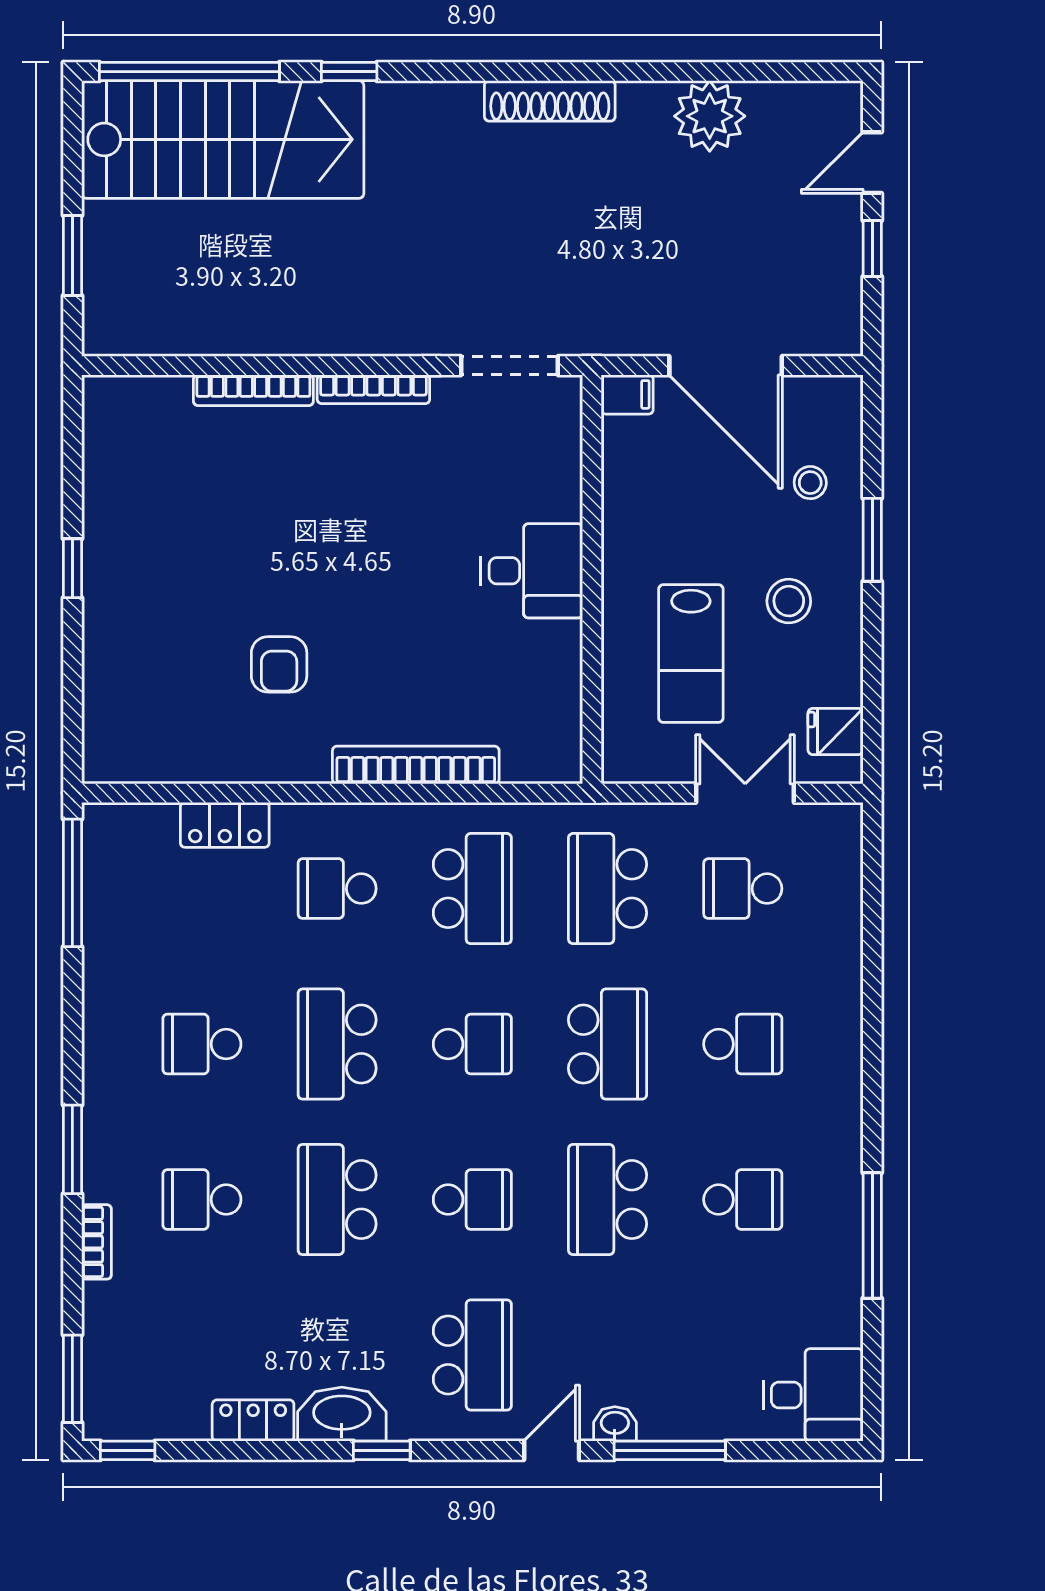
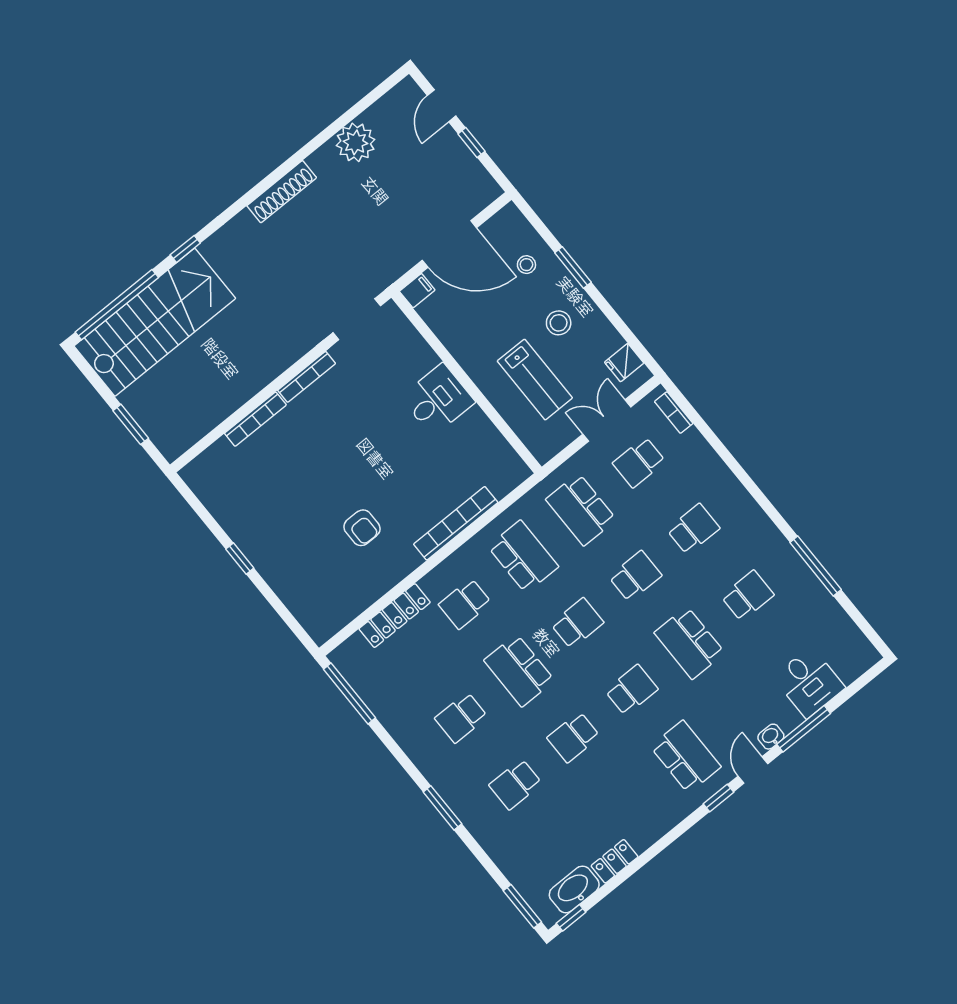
locker: (225, 825) -> (395, 616), width x1.53
school desk: (608, 1044) -> (635, 576), width x0.54
school desk: (337, 1200) -> (573, 737), width x0.54
bookcase: (97, 1242) -> (674, 413), moved, turned 180
desk: (813, 1395) -> (809, 682), moved, turned 90
washbasin: (342, 1414) -> (574, 889), moved
window: (382, 1450) -> (718, 798), moved

